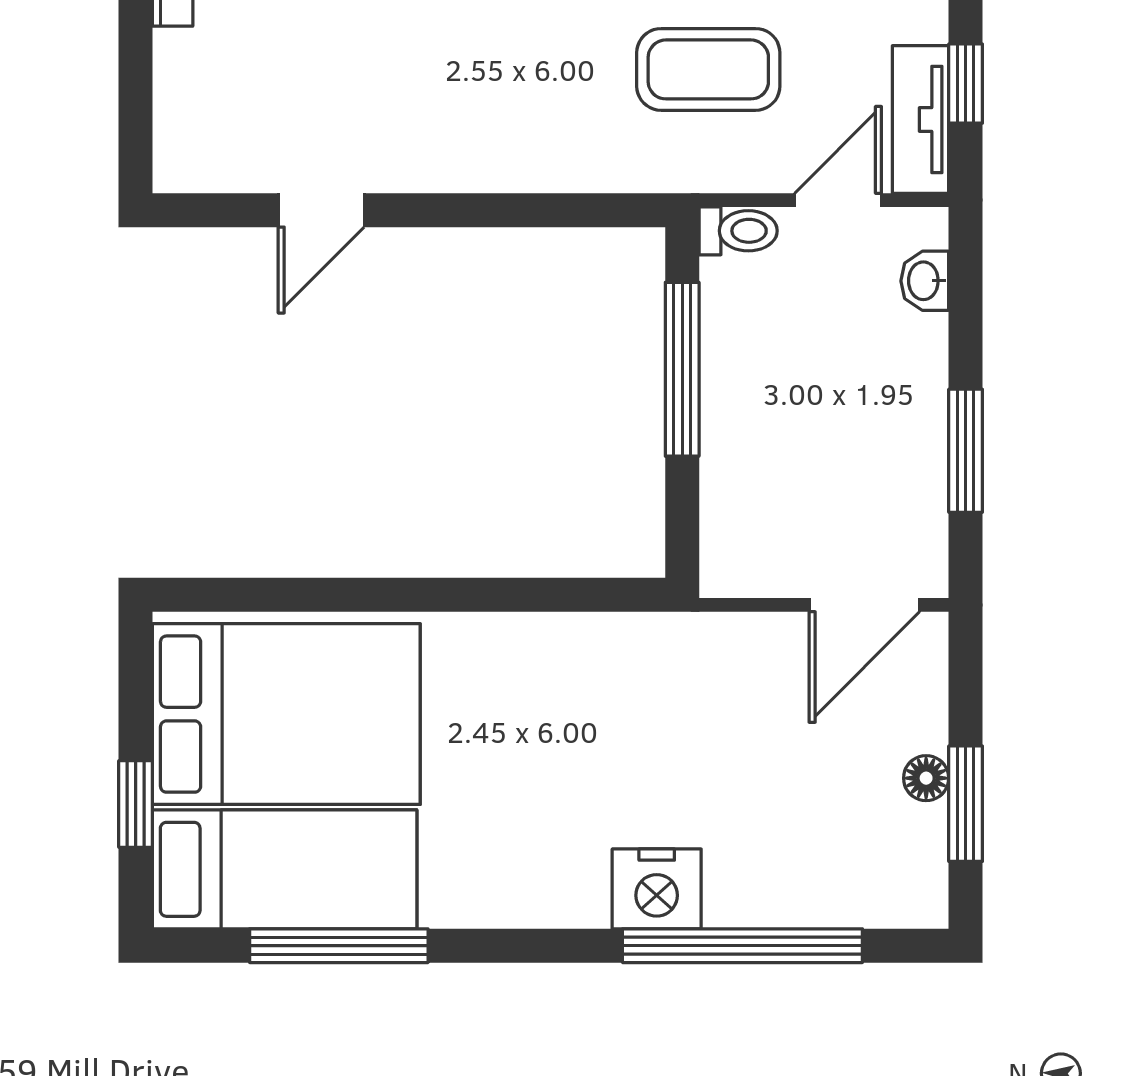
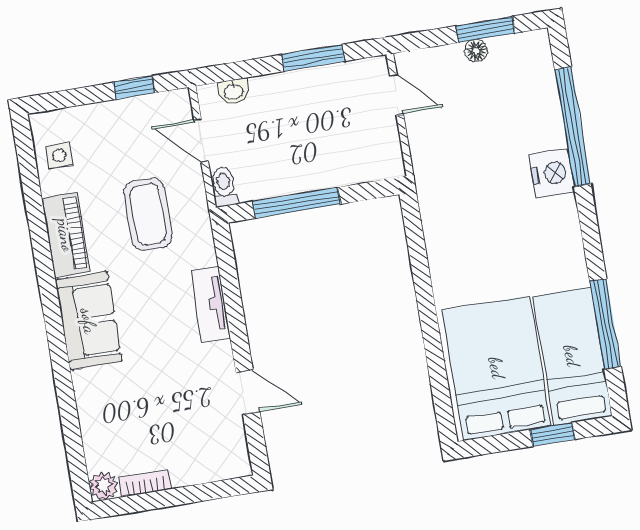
tv unit: (920, 119) -> (211, 304), moved, turned 90
door: (864, 605) -> (397, 95), width x0.73

